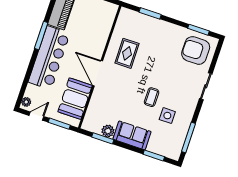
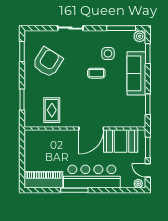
armchair: (196, 50) -> (48, 62), moved, turned -148
rug: (127, 53) -> (52, 110), moved, turned 90
plant: (108, 131) -> (140, 36), moved
sofa: (132, 135) -> (136, 73), width x1.36

